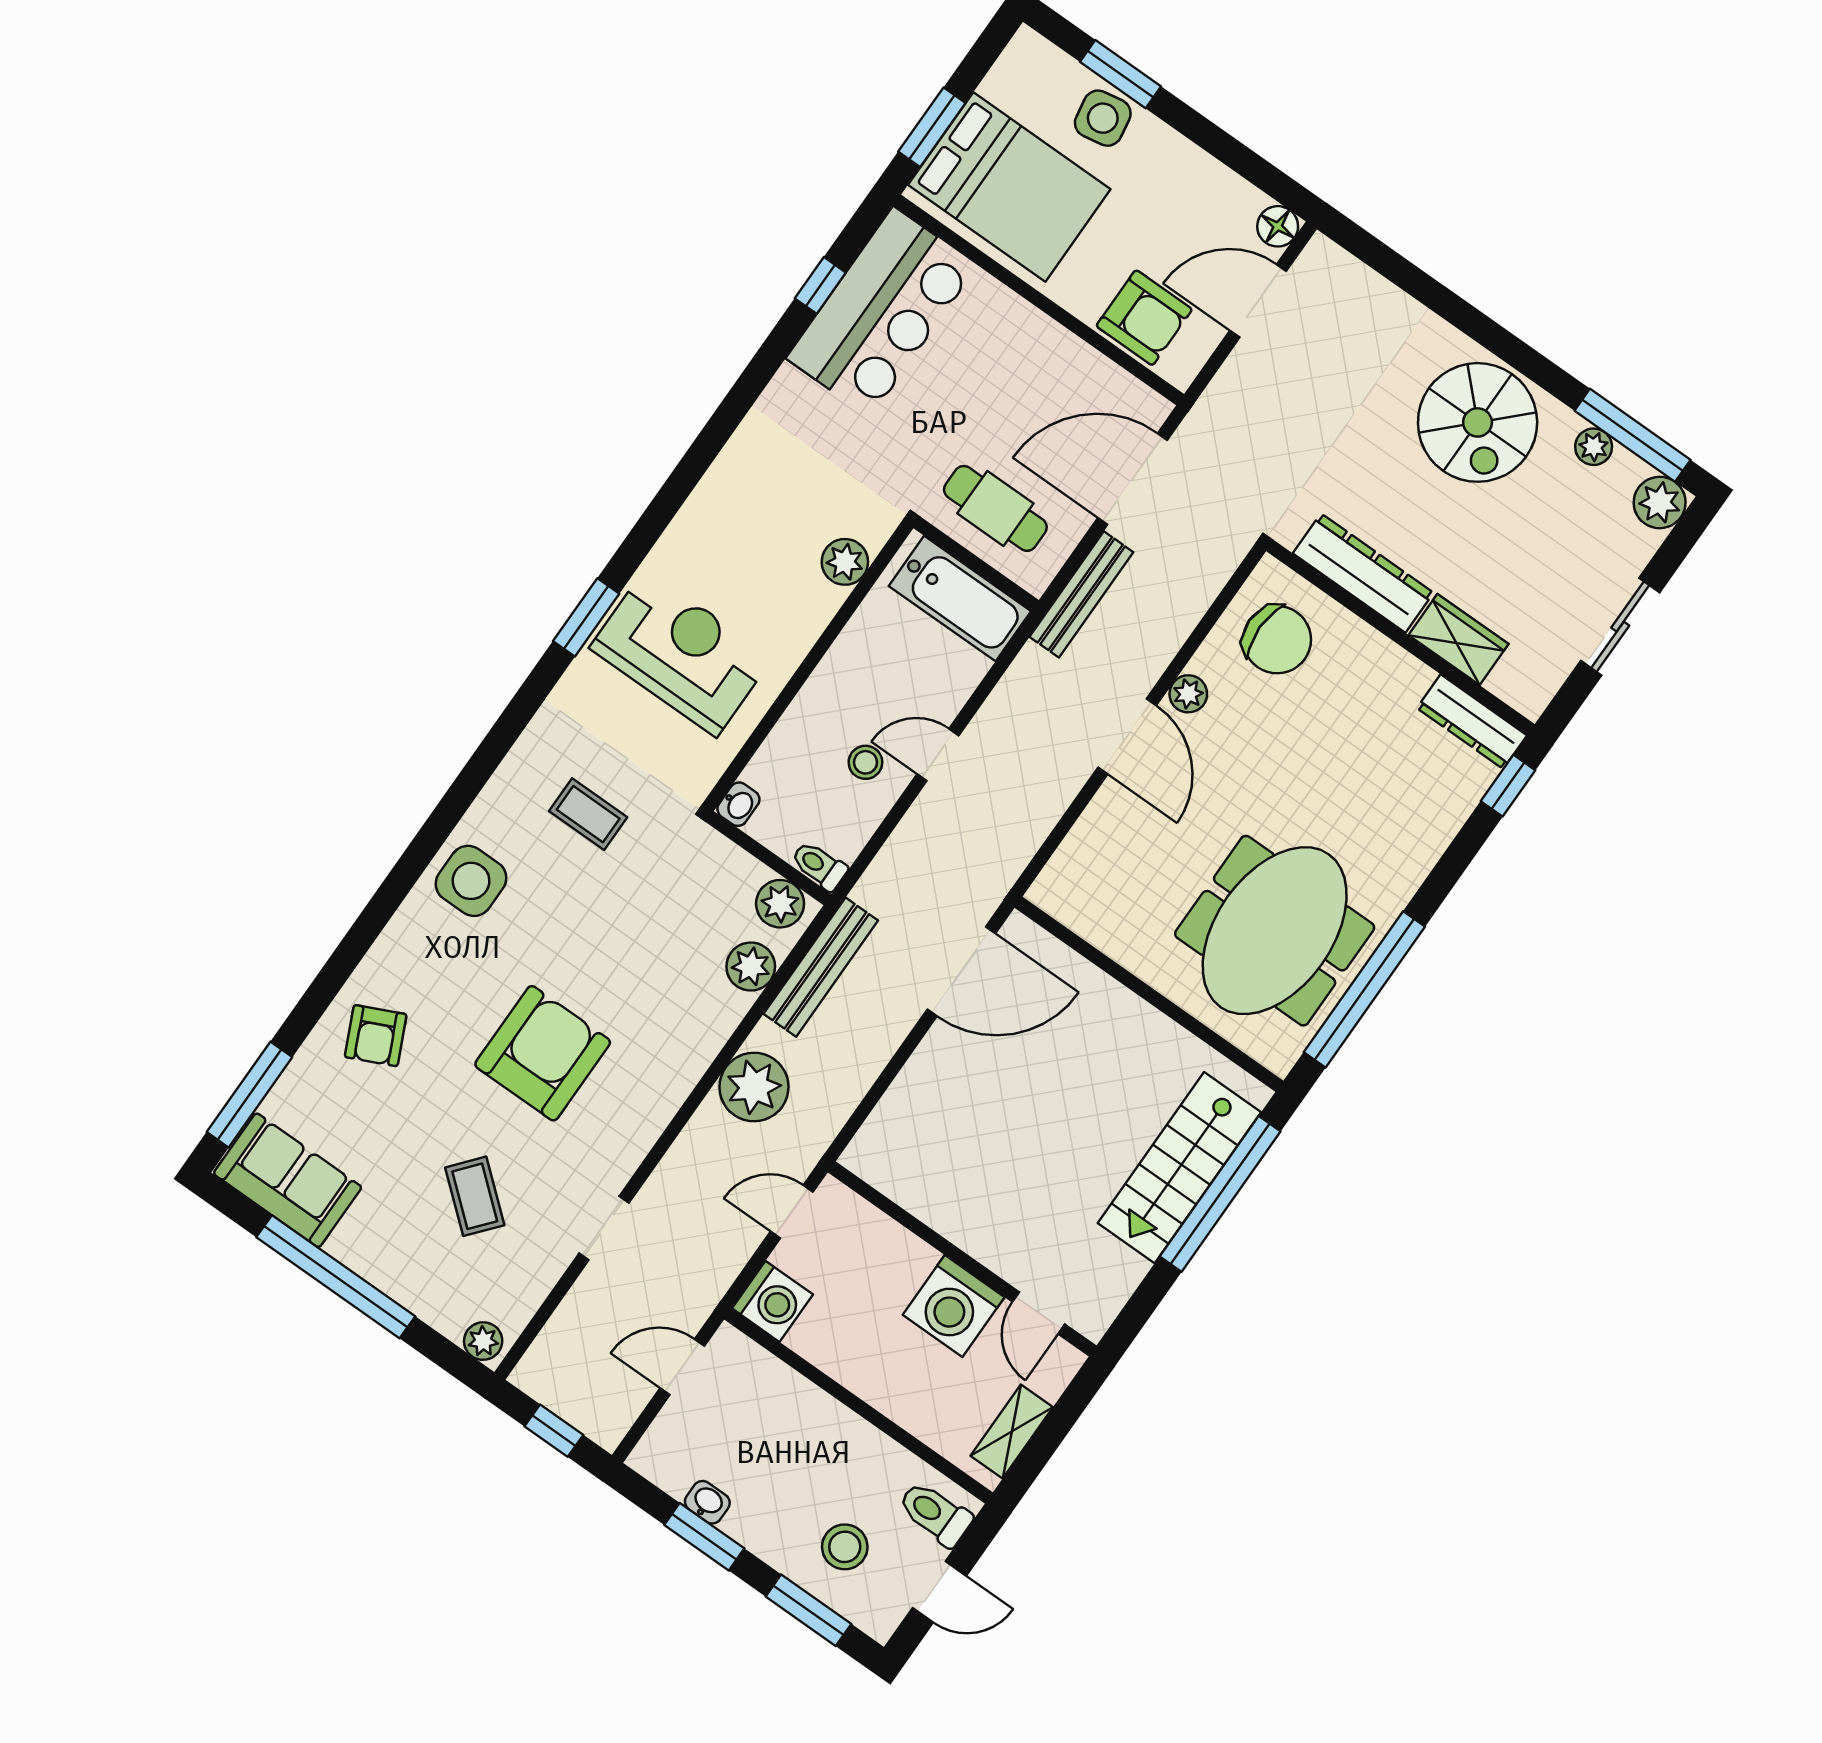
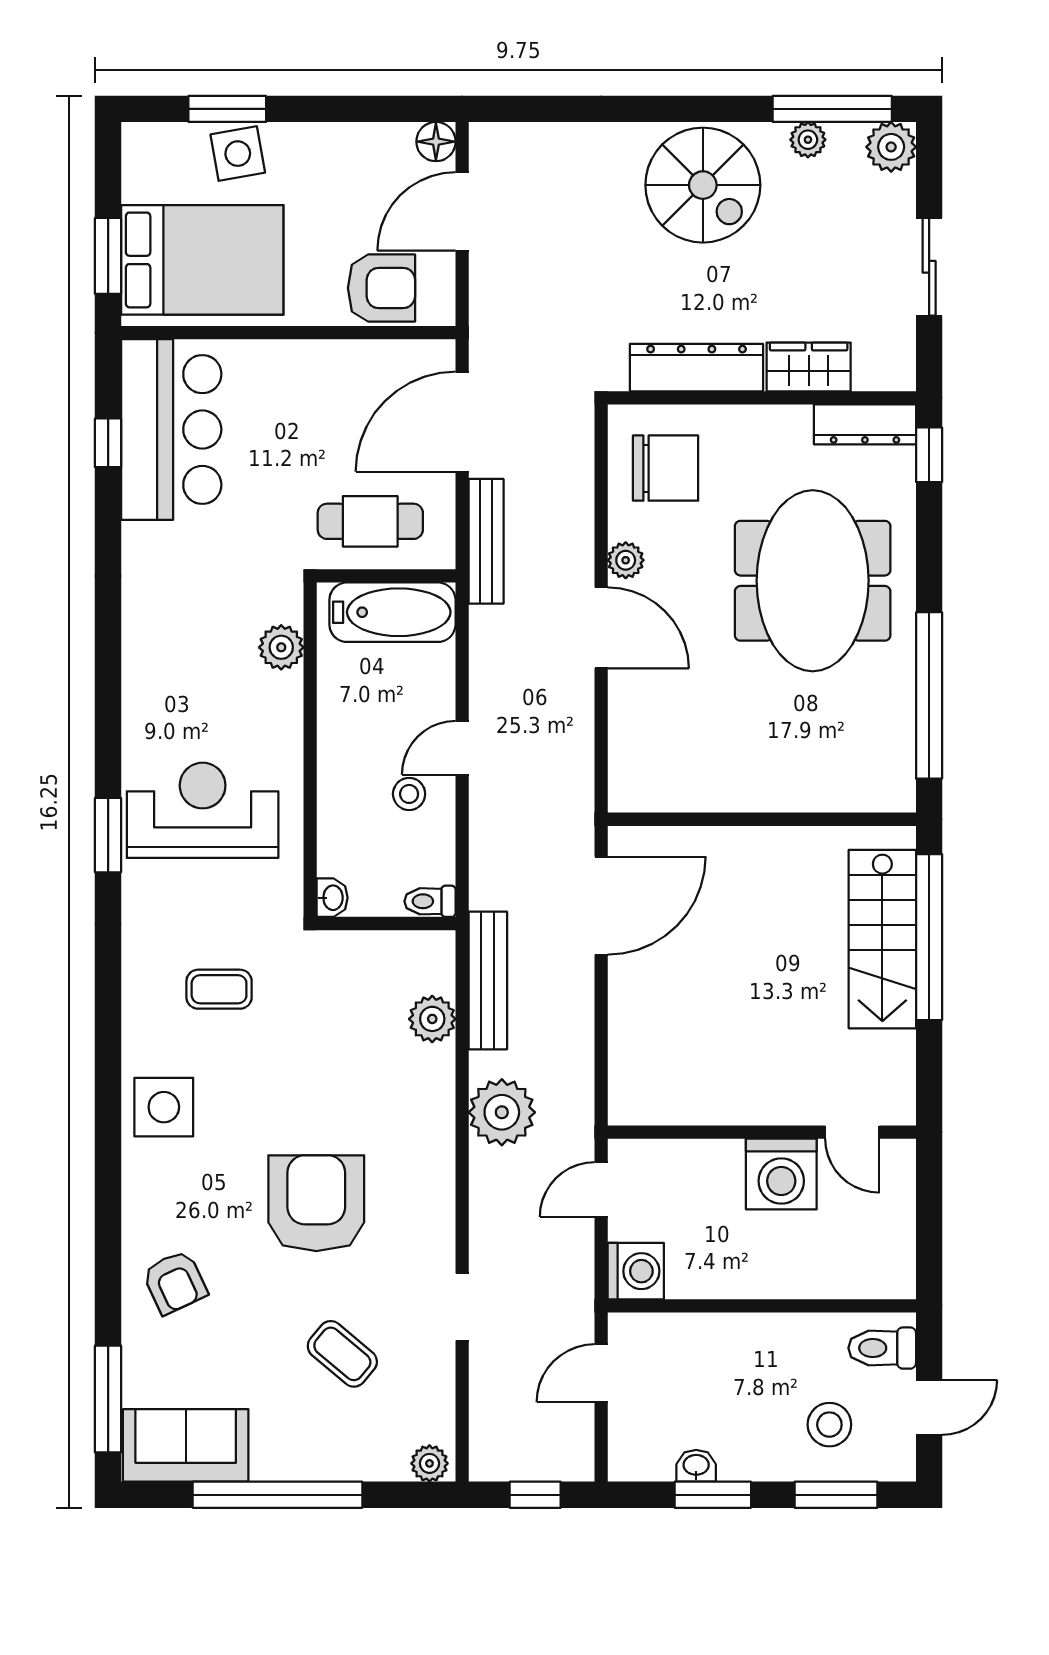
plant: (780, 904) -> (420, 953), removed
meeting table: (1275, 931) -> (813, 581), moved
shelving: (1012, 1432) -> (897, 1241), removed

